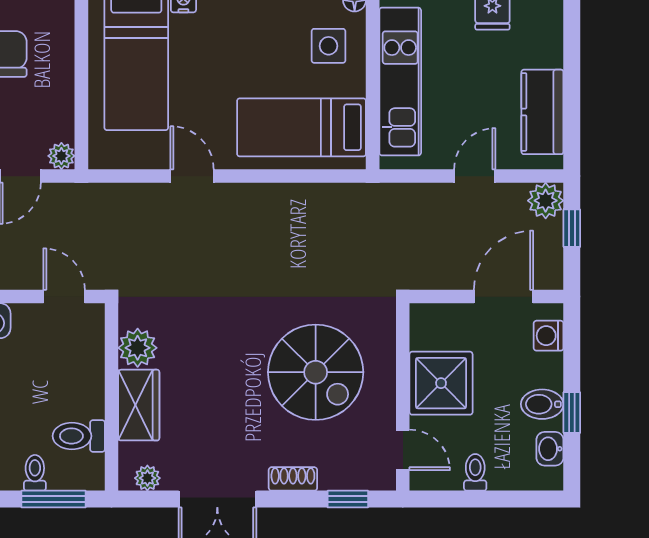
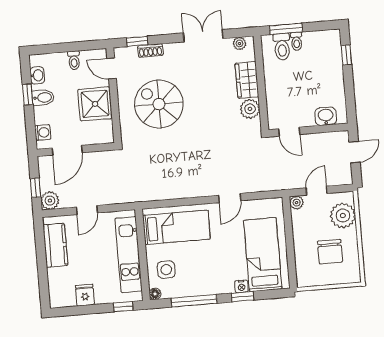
door: (192, 176) -> (230, 198), hinge flipped
toilet: (79, 436) -> (282, 47), moved, turned 90
shoe rack: (293, 479) -> (150, 50), moved

